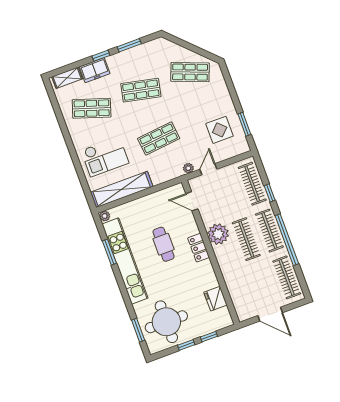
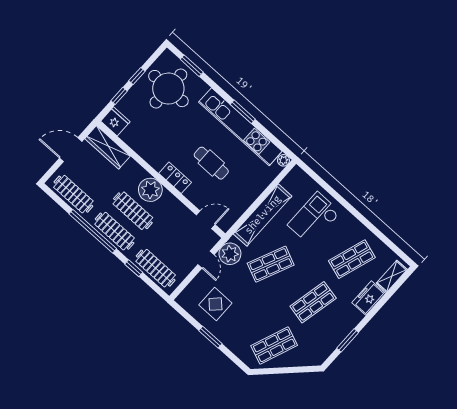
window: (101, 56) -> (370, 315), removed
window: (244, 124) -> (210, 337), moved
shop shelf: (159, 138) -> (271, 264), turned 30
plant: (188, 168) -> (230, 254), width x1.88, depth x1.88
shelving: (122, 189) -> (263, 215), moved
plant: (218, 234) -> (150, 190), moved
window: (109, 252) -> (243, 112), moved
fridge: (215, 299) -> (115, 121), moved
wardrobe: (240, 300) -> (108, 147), added

